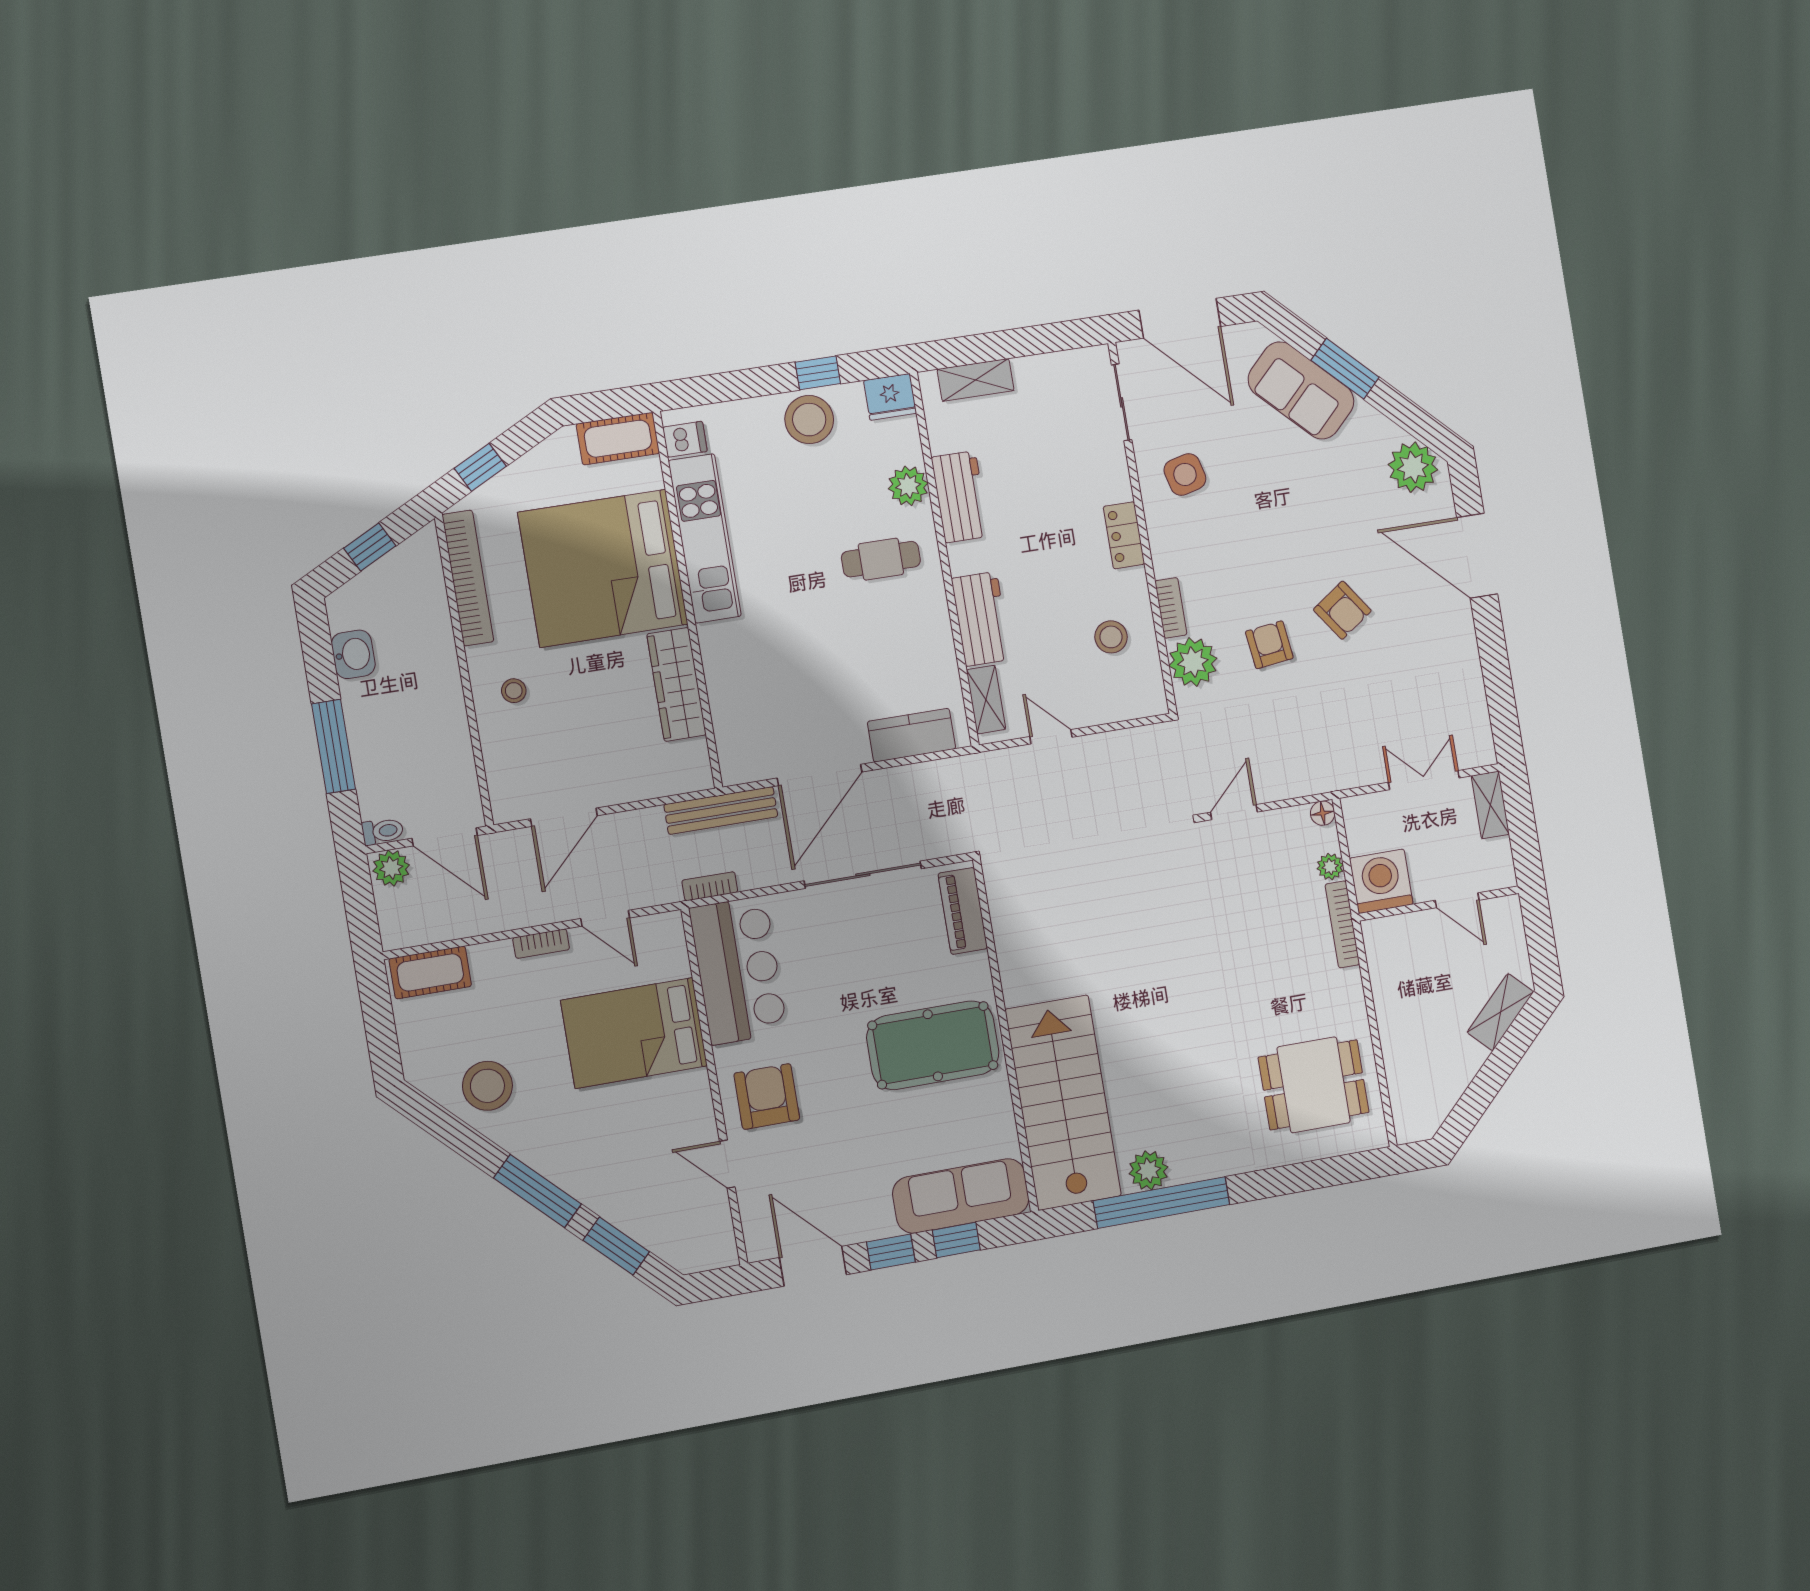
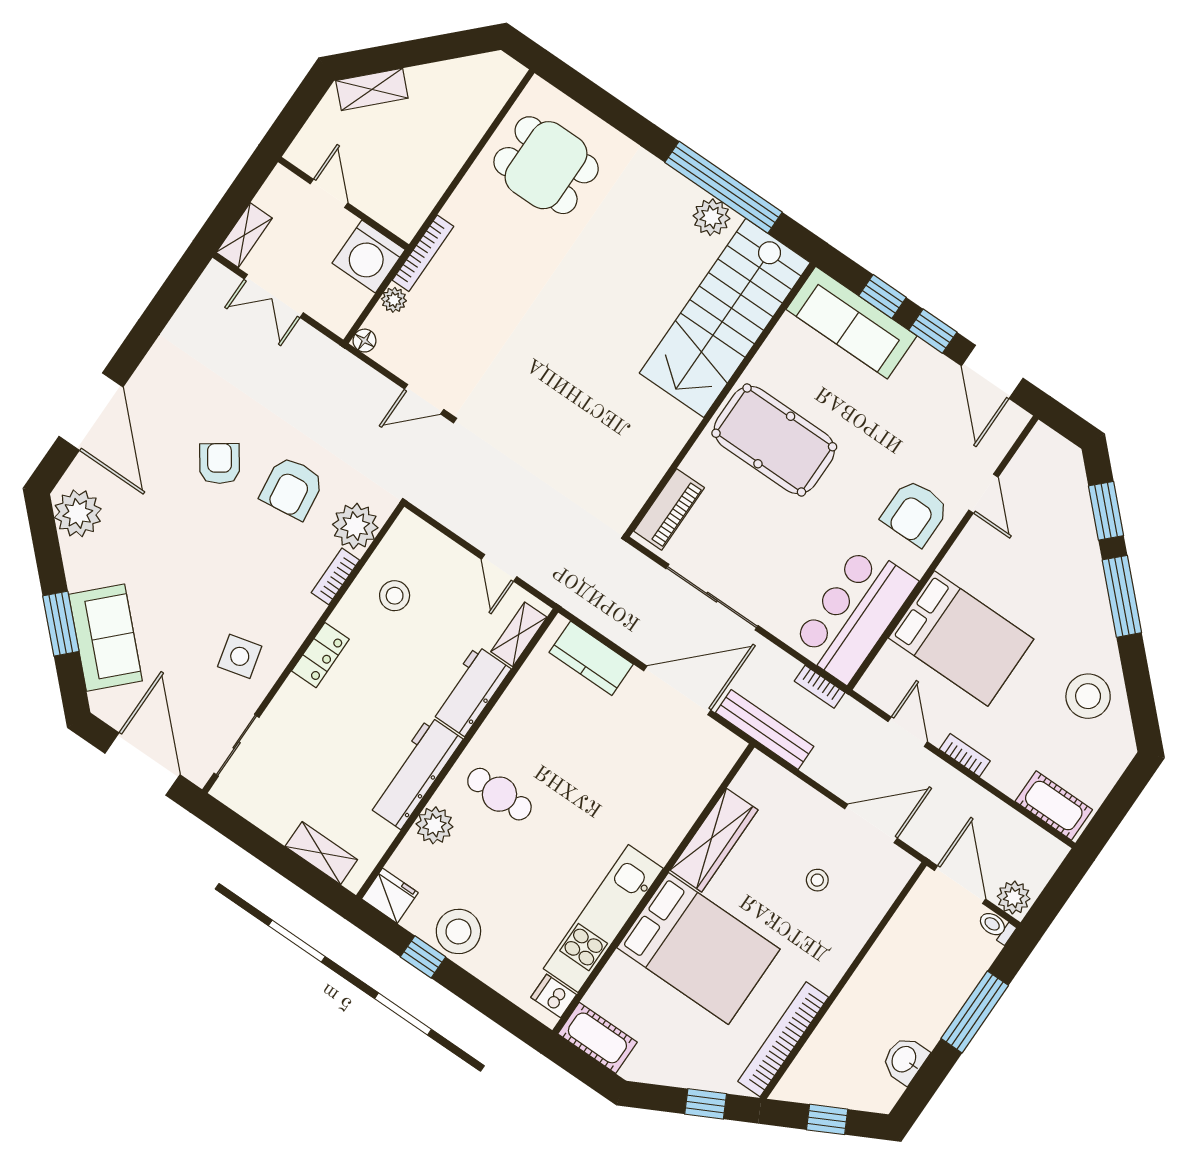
workbench: (960, 497) -> (415, 773), width x1.38
bed: (603, 568) -> (698, 948), width x0.73
armchair: (1269, 645) -> (292, 488), width x1.38, depth x1.38
stool: (514, 691) -> (817, 880), moved

